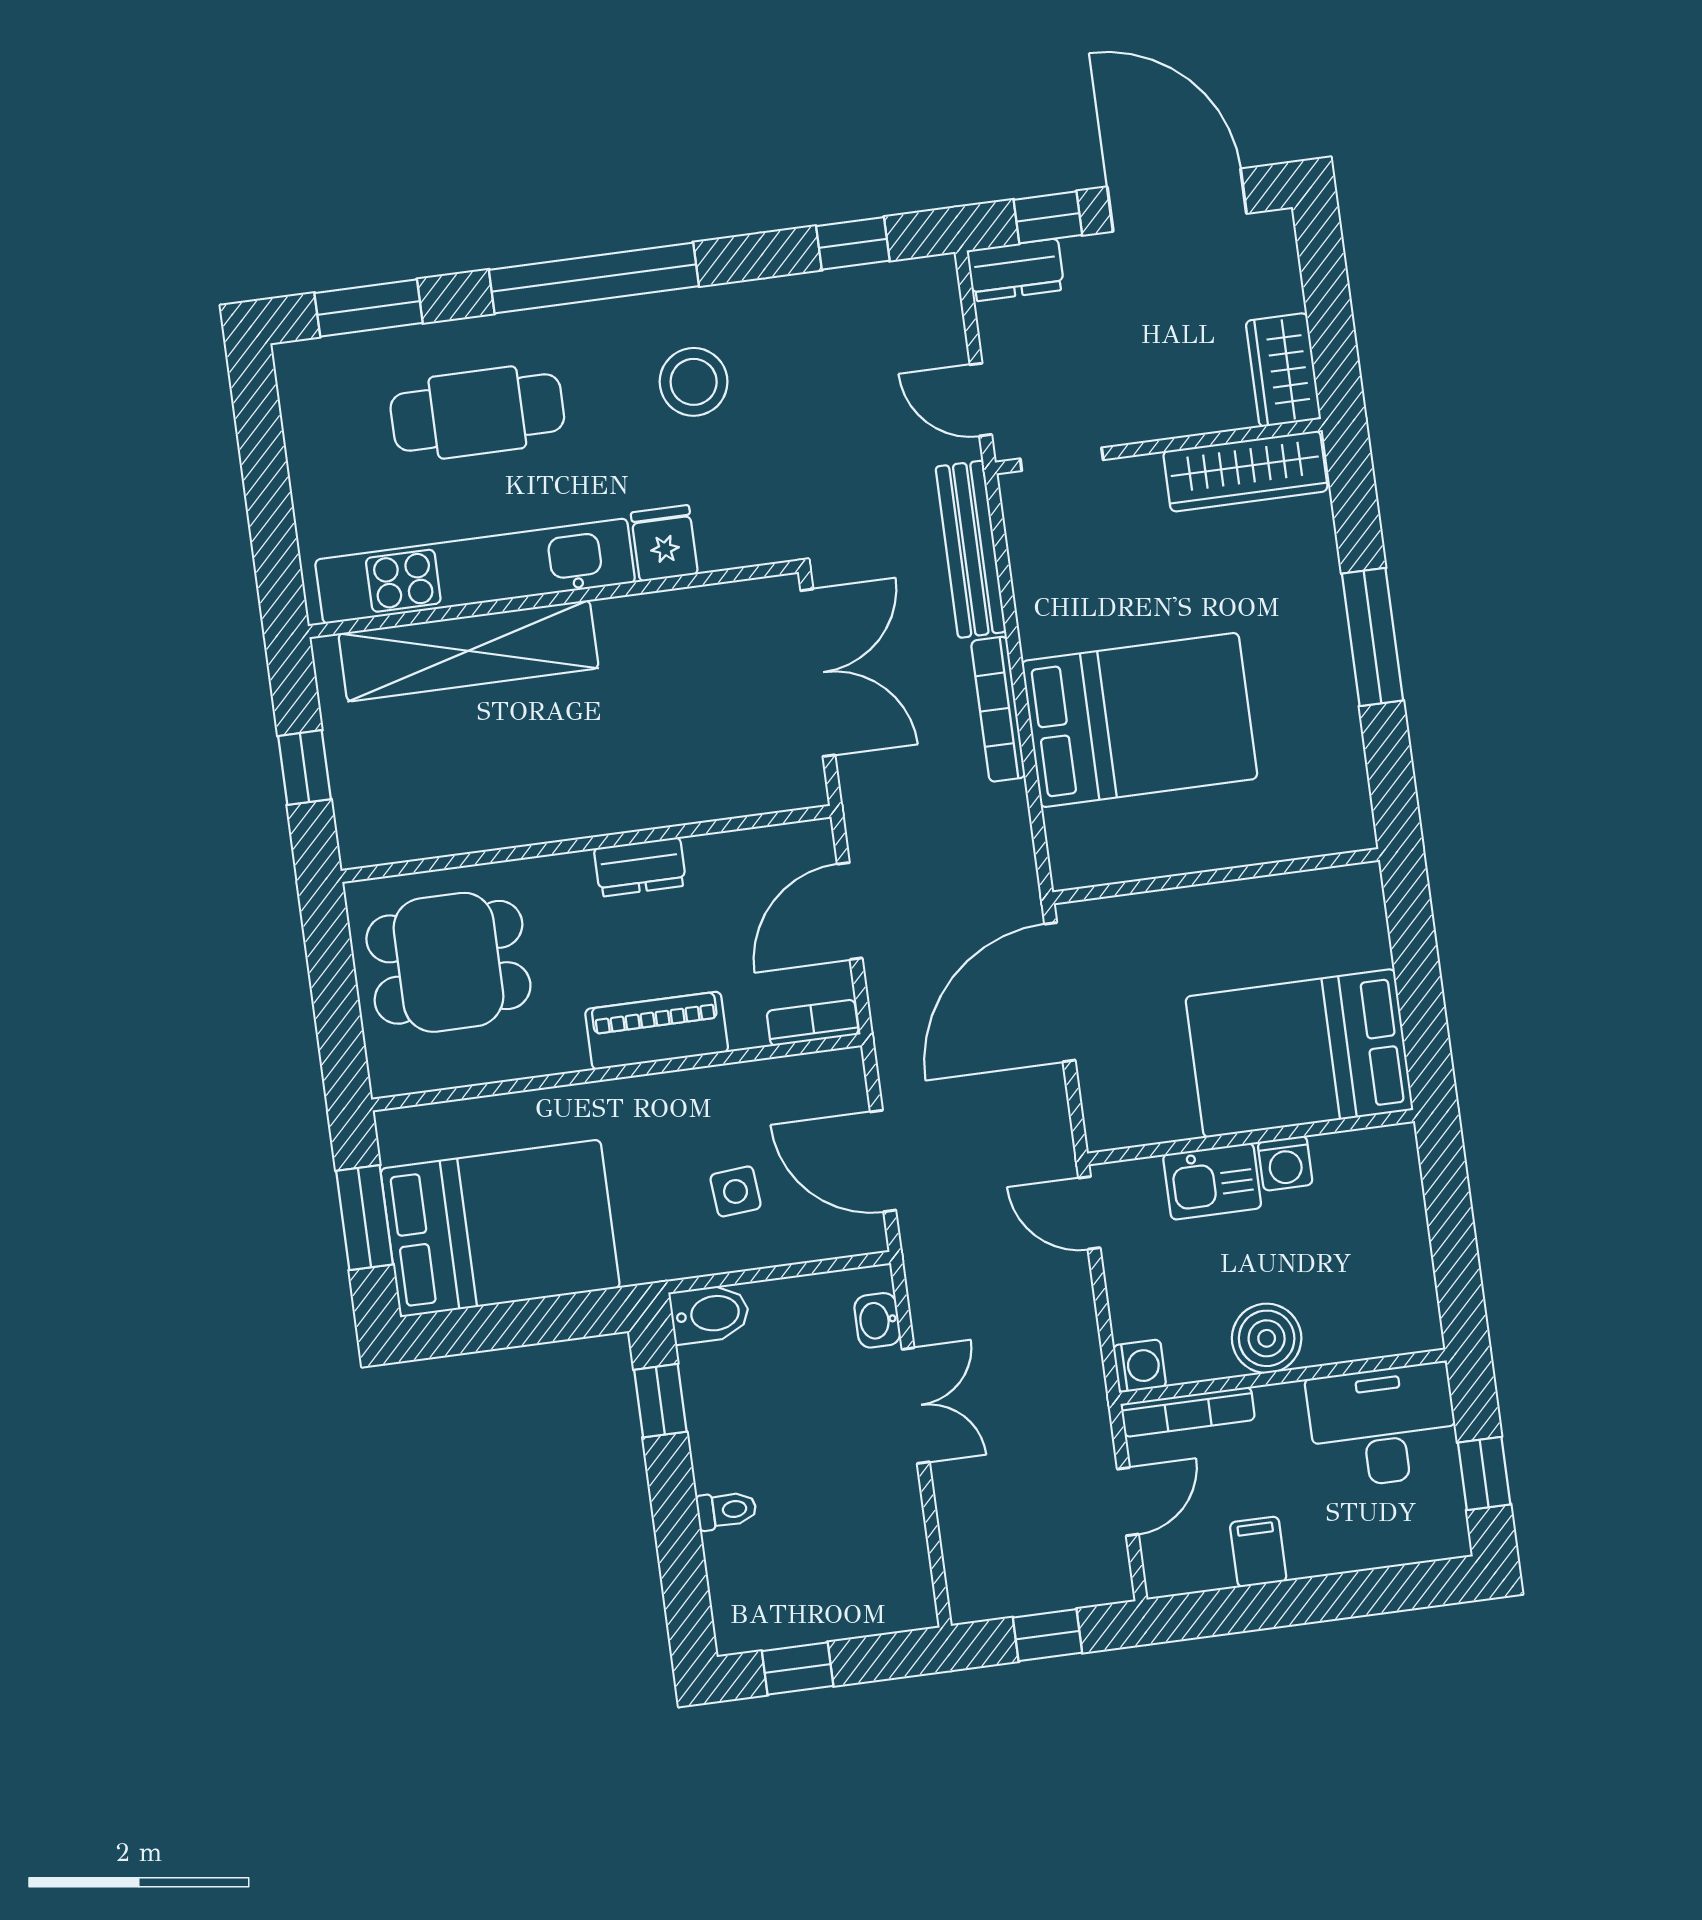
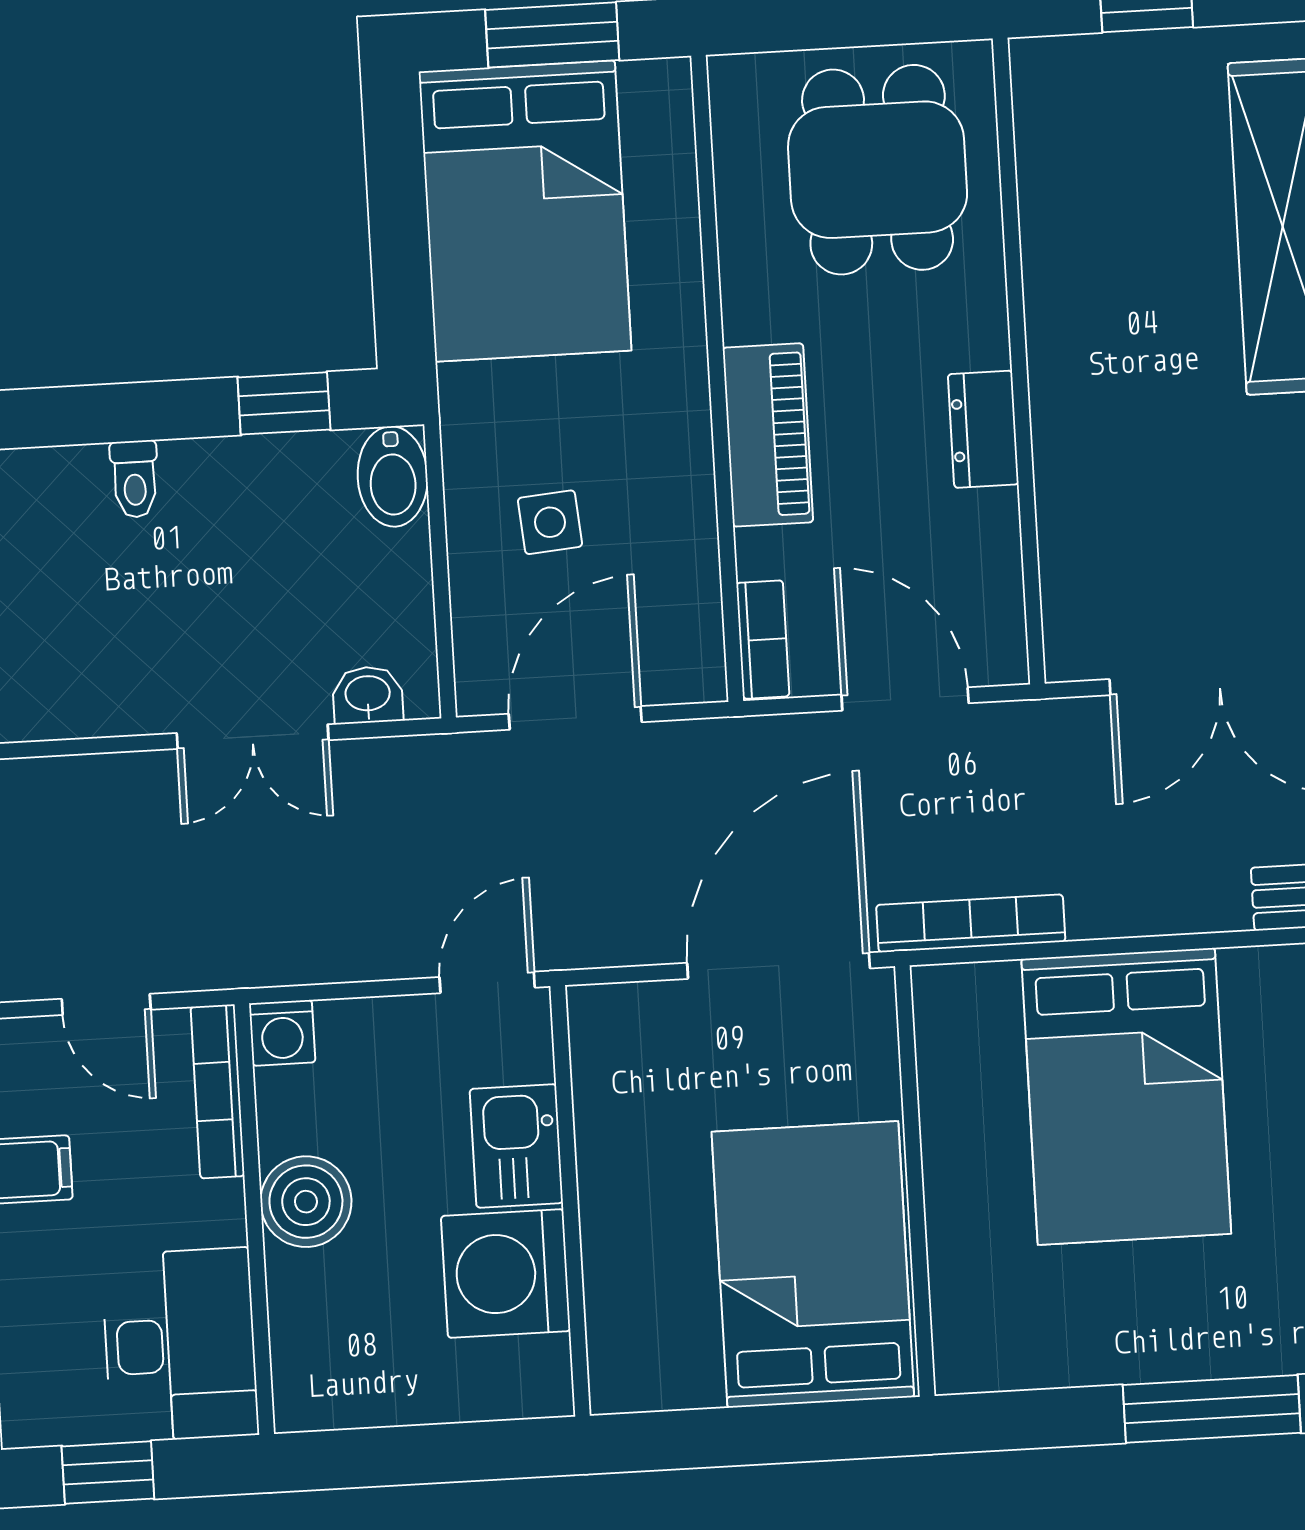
bookcase: (998, 709) -> (971, 923), moved
door: (1060, 992) -> (779, 966), hinge flipped
bed: (1299, 1053) -> (813, 1264), moved
washing machine: (1285, 1163) -> (506, 1274), width x1.89, depth x1.89

